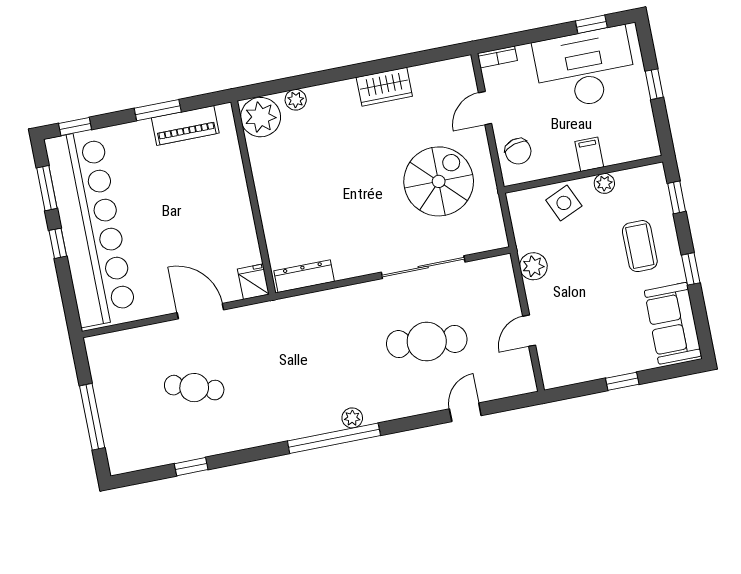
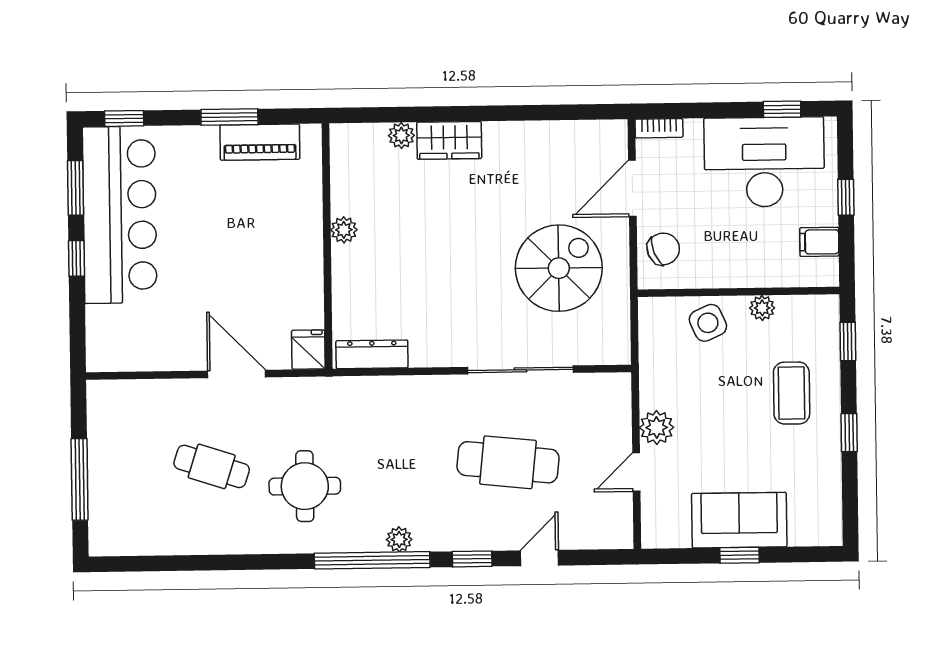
wardrobe: (384, 87) -> (449, 140), moved
door: (485, 108) -> (632, 188), width x1.38
plant: (261, 117) -> (344, 230), moved, width x0.53, depth x0.53
chair: (518, 151) -> (663, 249), turned -96
filing cabinet: (589, 154) -> (819, 242), moved, turned -90
bar counter: (90, 228) -> (120, 215), width x0.73
plant: (533, 266) -> (657, 428), moved
sofa: (673, 323) -> (739, 520), moved, turned 90
round table: (270, 390) -> (305, 486), added
window: (191, 467) -> (472, 559), moved

